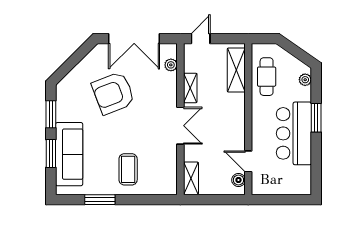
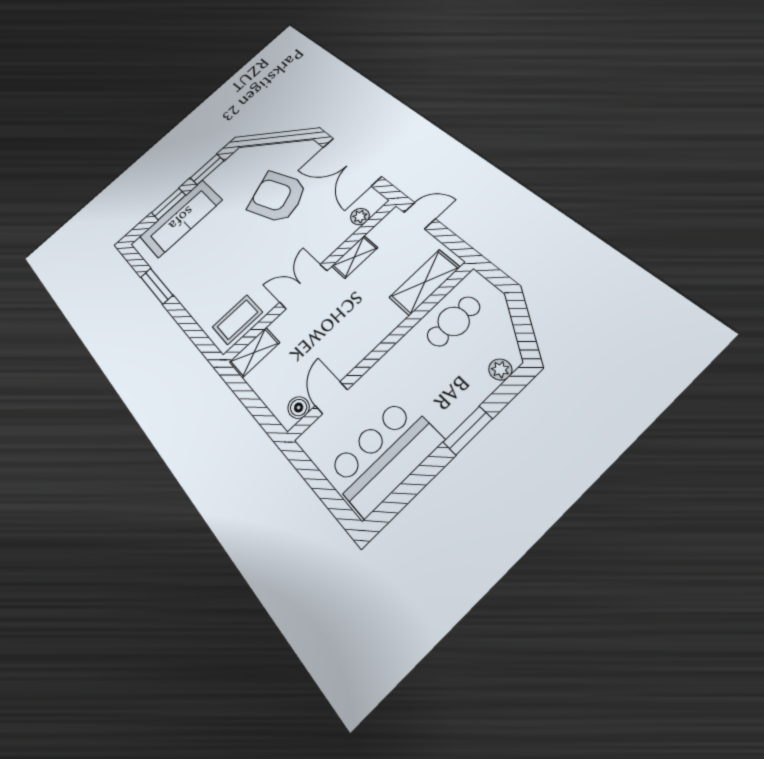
double door: (180, 126) -> (303, 287), swing flipped
bar counter: (294, 133) -> (384, 456), moved
coffee table: (128, 169) -> (237, 319), moved

